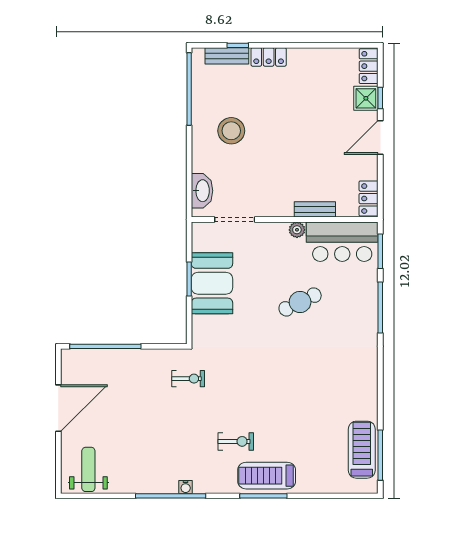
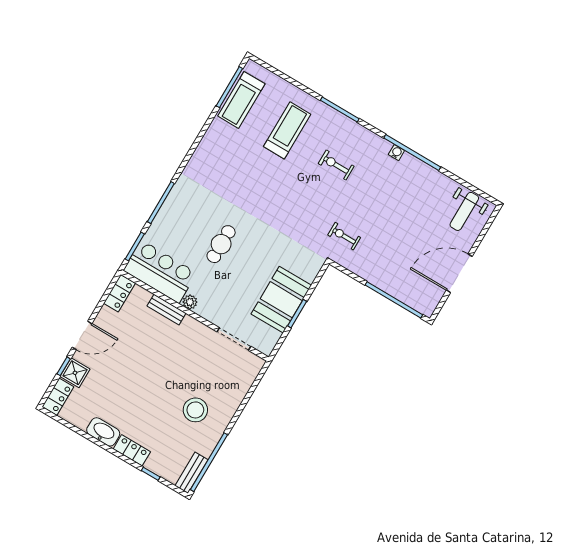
bench: (227, 56) -> (192, 473), moved, turned 90
washbasin: (202, 191) -> (103, 432), moved, turned 90
cafe table: (300, 302) -> (221, 244), turned -64
treadmill: (267, 476) -> (287, 130), moved, turned -90

